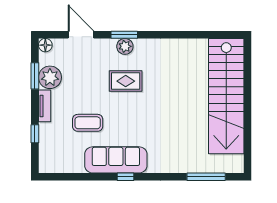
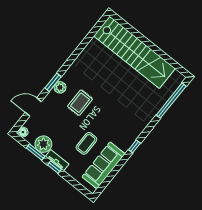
window: (35, 134) -> (54, 167), moved
sofa: (116, 160) -> (104, 165), moved
window: (206, 177) -> (171, 101), width x1.46

